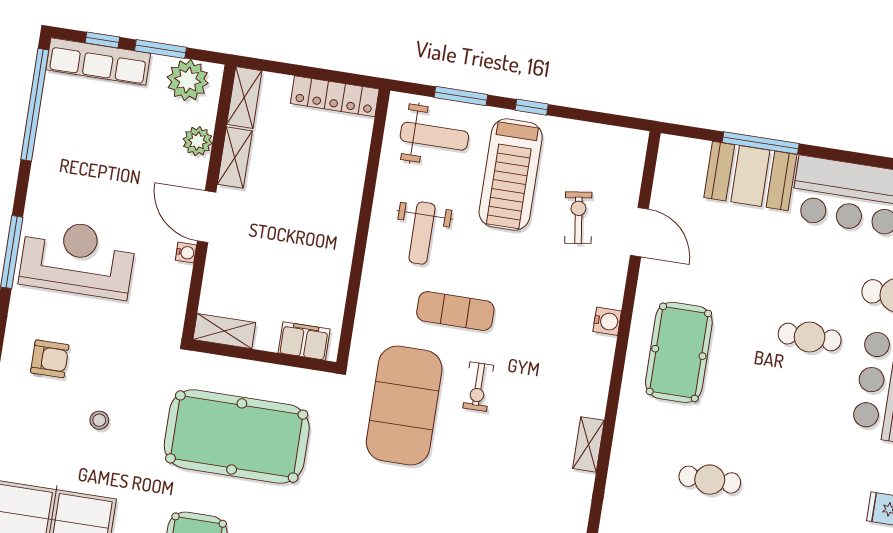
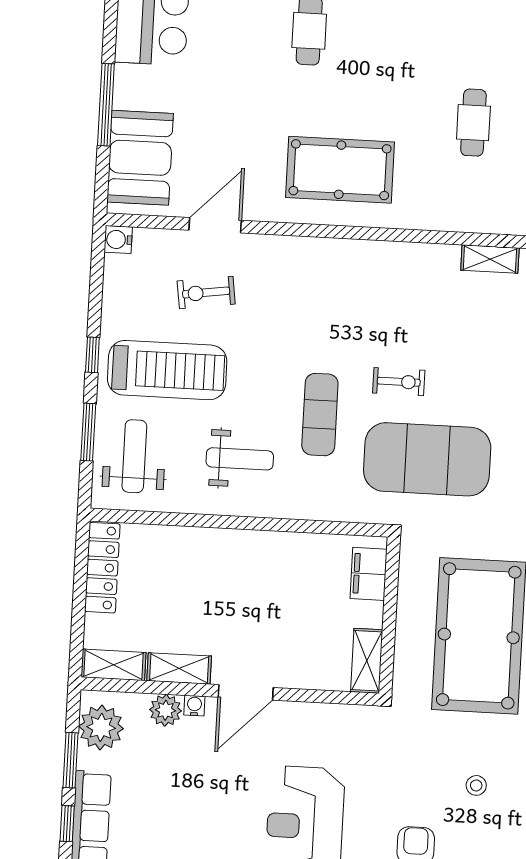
booth: (750, 176) -> (140, 158), moved
water cooler: (186, 253) -> (194, 706), moved
water cooler: (607, 321) -> (118, 240), moved, turned -90
shelving: (589, 444) -> (490, 259), moved

